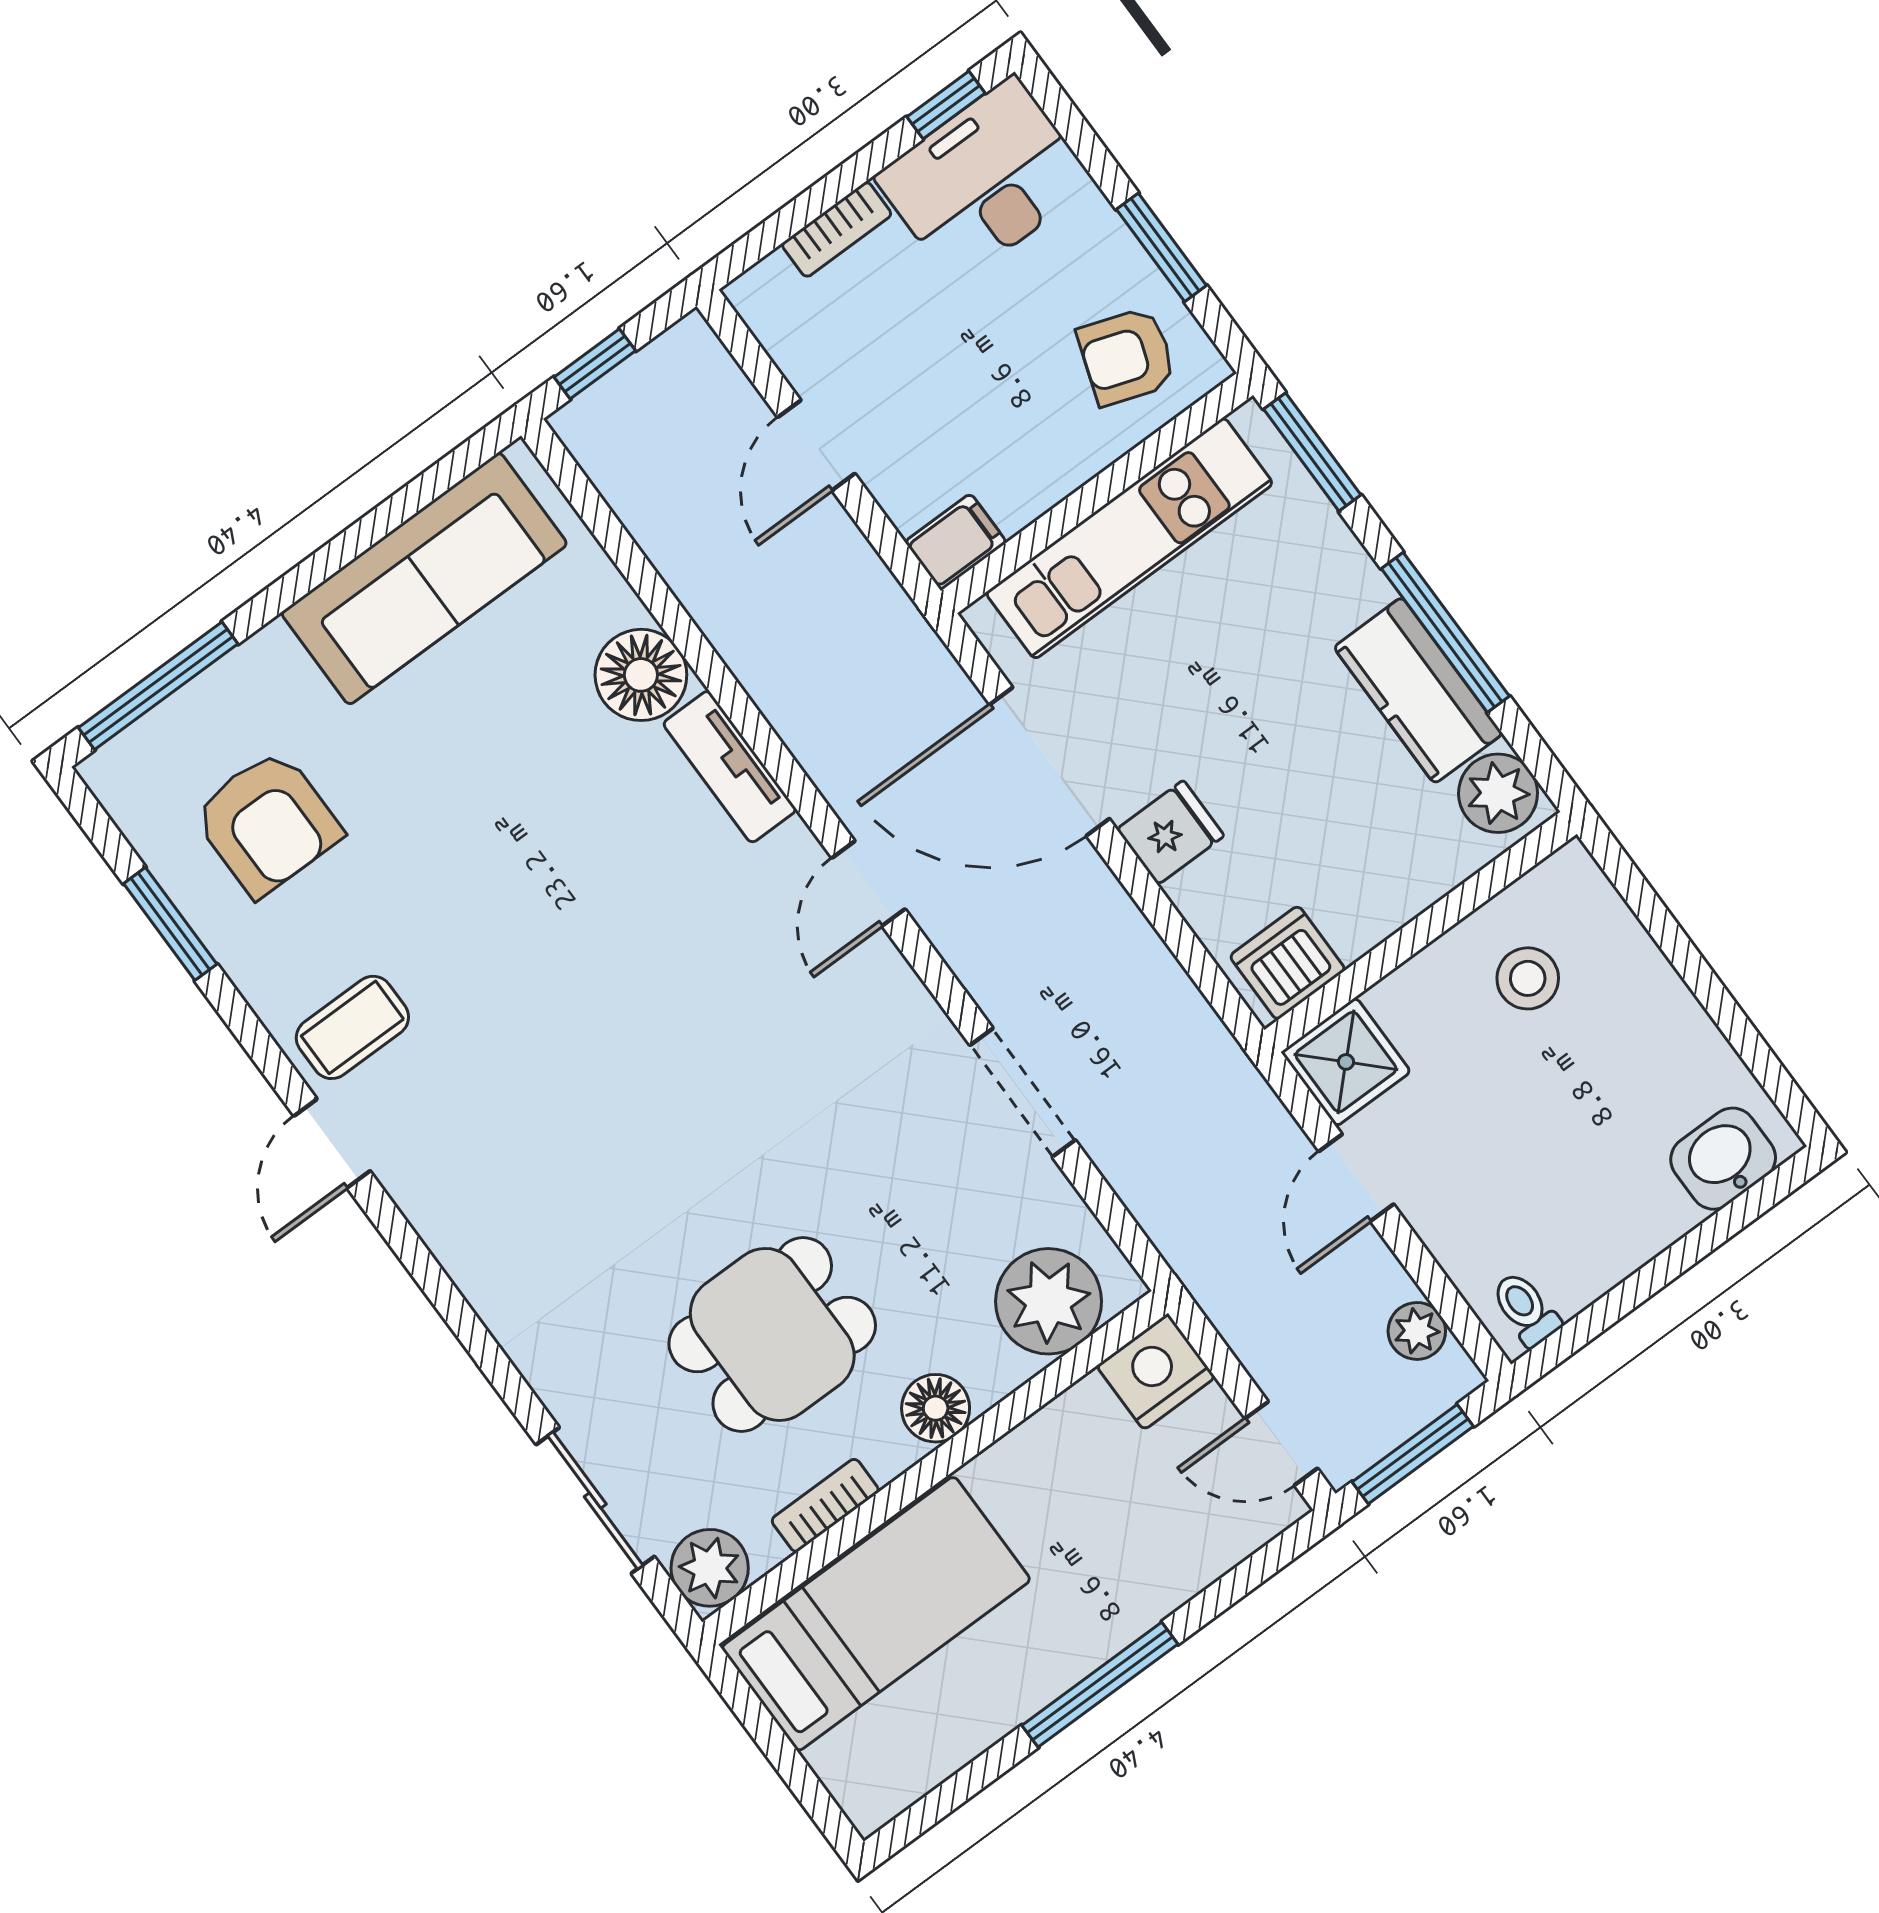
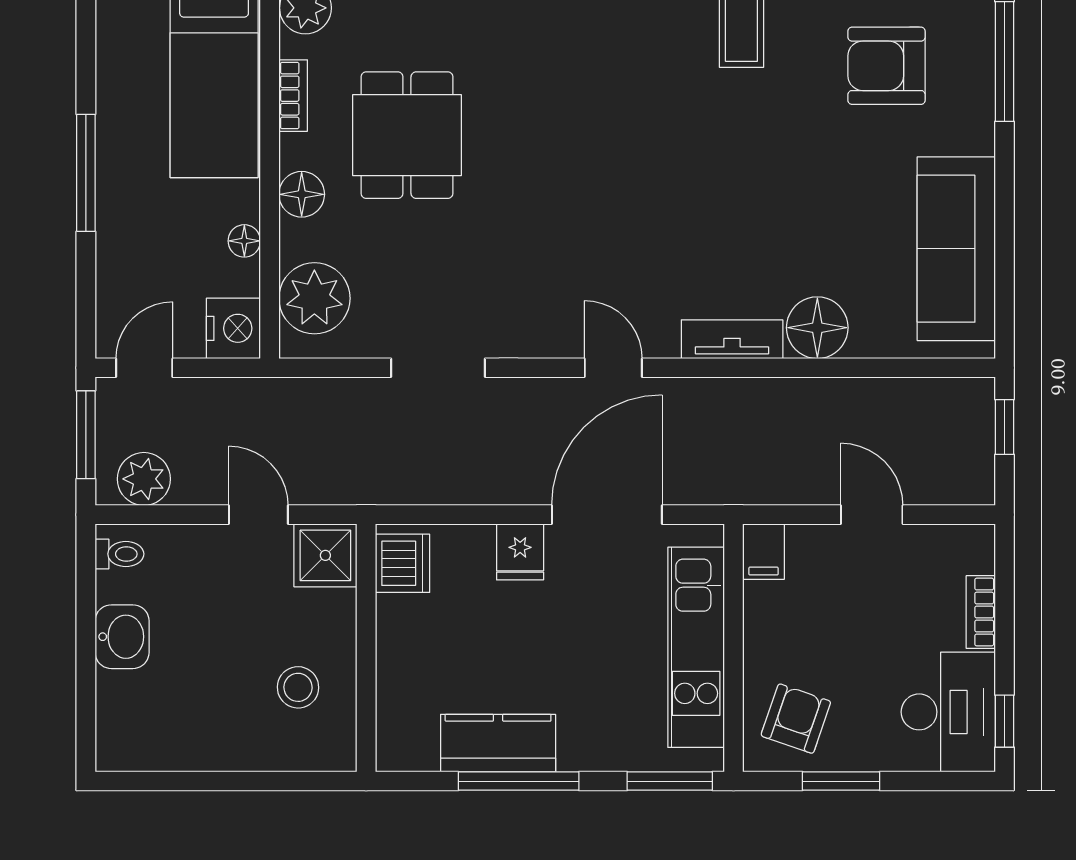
plant: (1498, 793) -> (410, 745), removed
washbasin: (1723, 1159) -> (122, 637), moved
plant: (1417, 1331) -> (144, 479), width x1.38, depth x1.38
floor lamp: (1042, 1436) -> (244, 241), added

